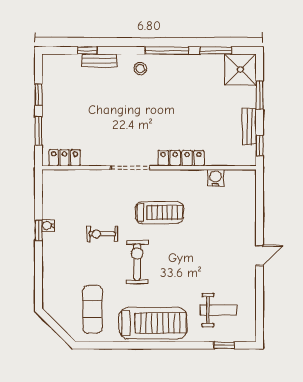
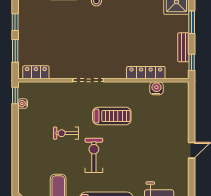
locker: (181, 158) -> (146, 73), moved
water cooler: (48, 226) -> (23, 104), moved
window: (39, 230) -> (15, 95), moved

